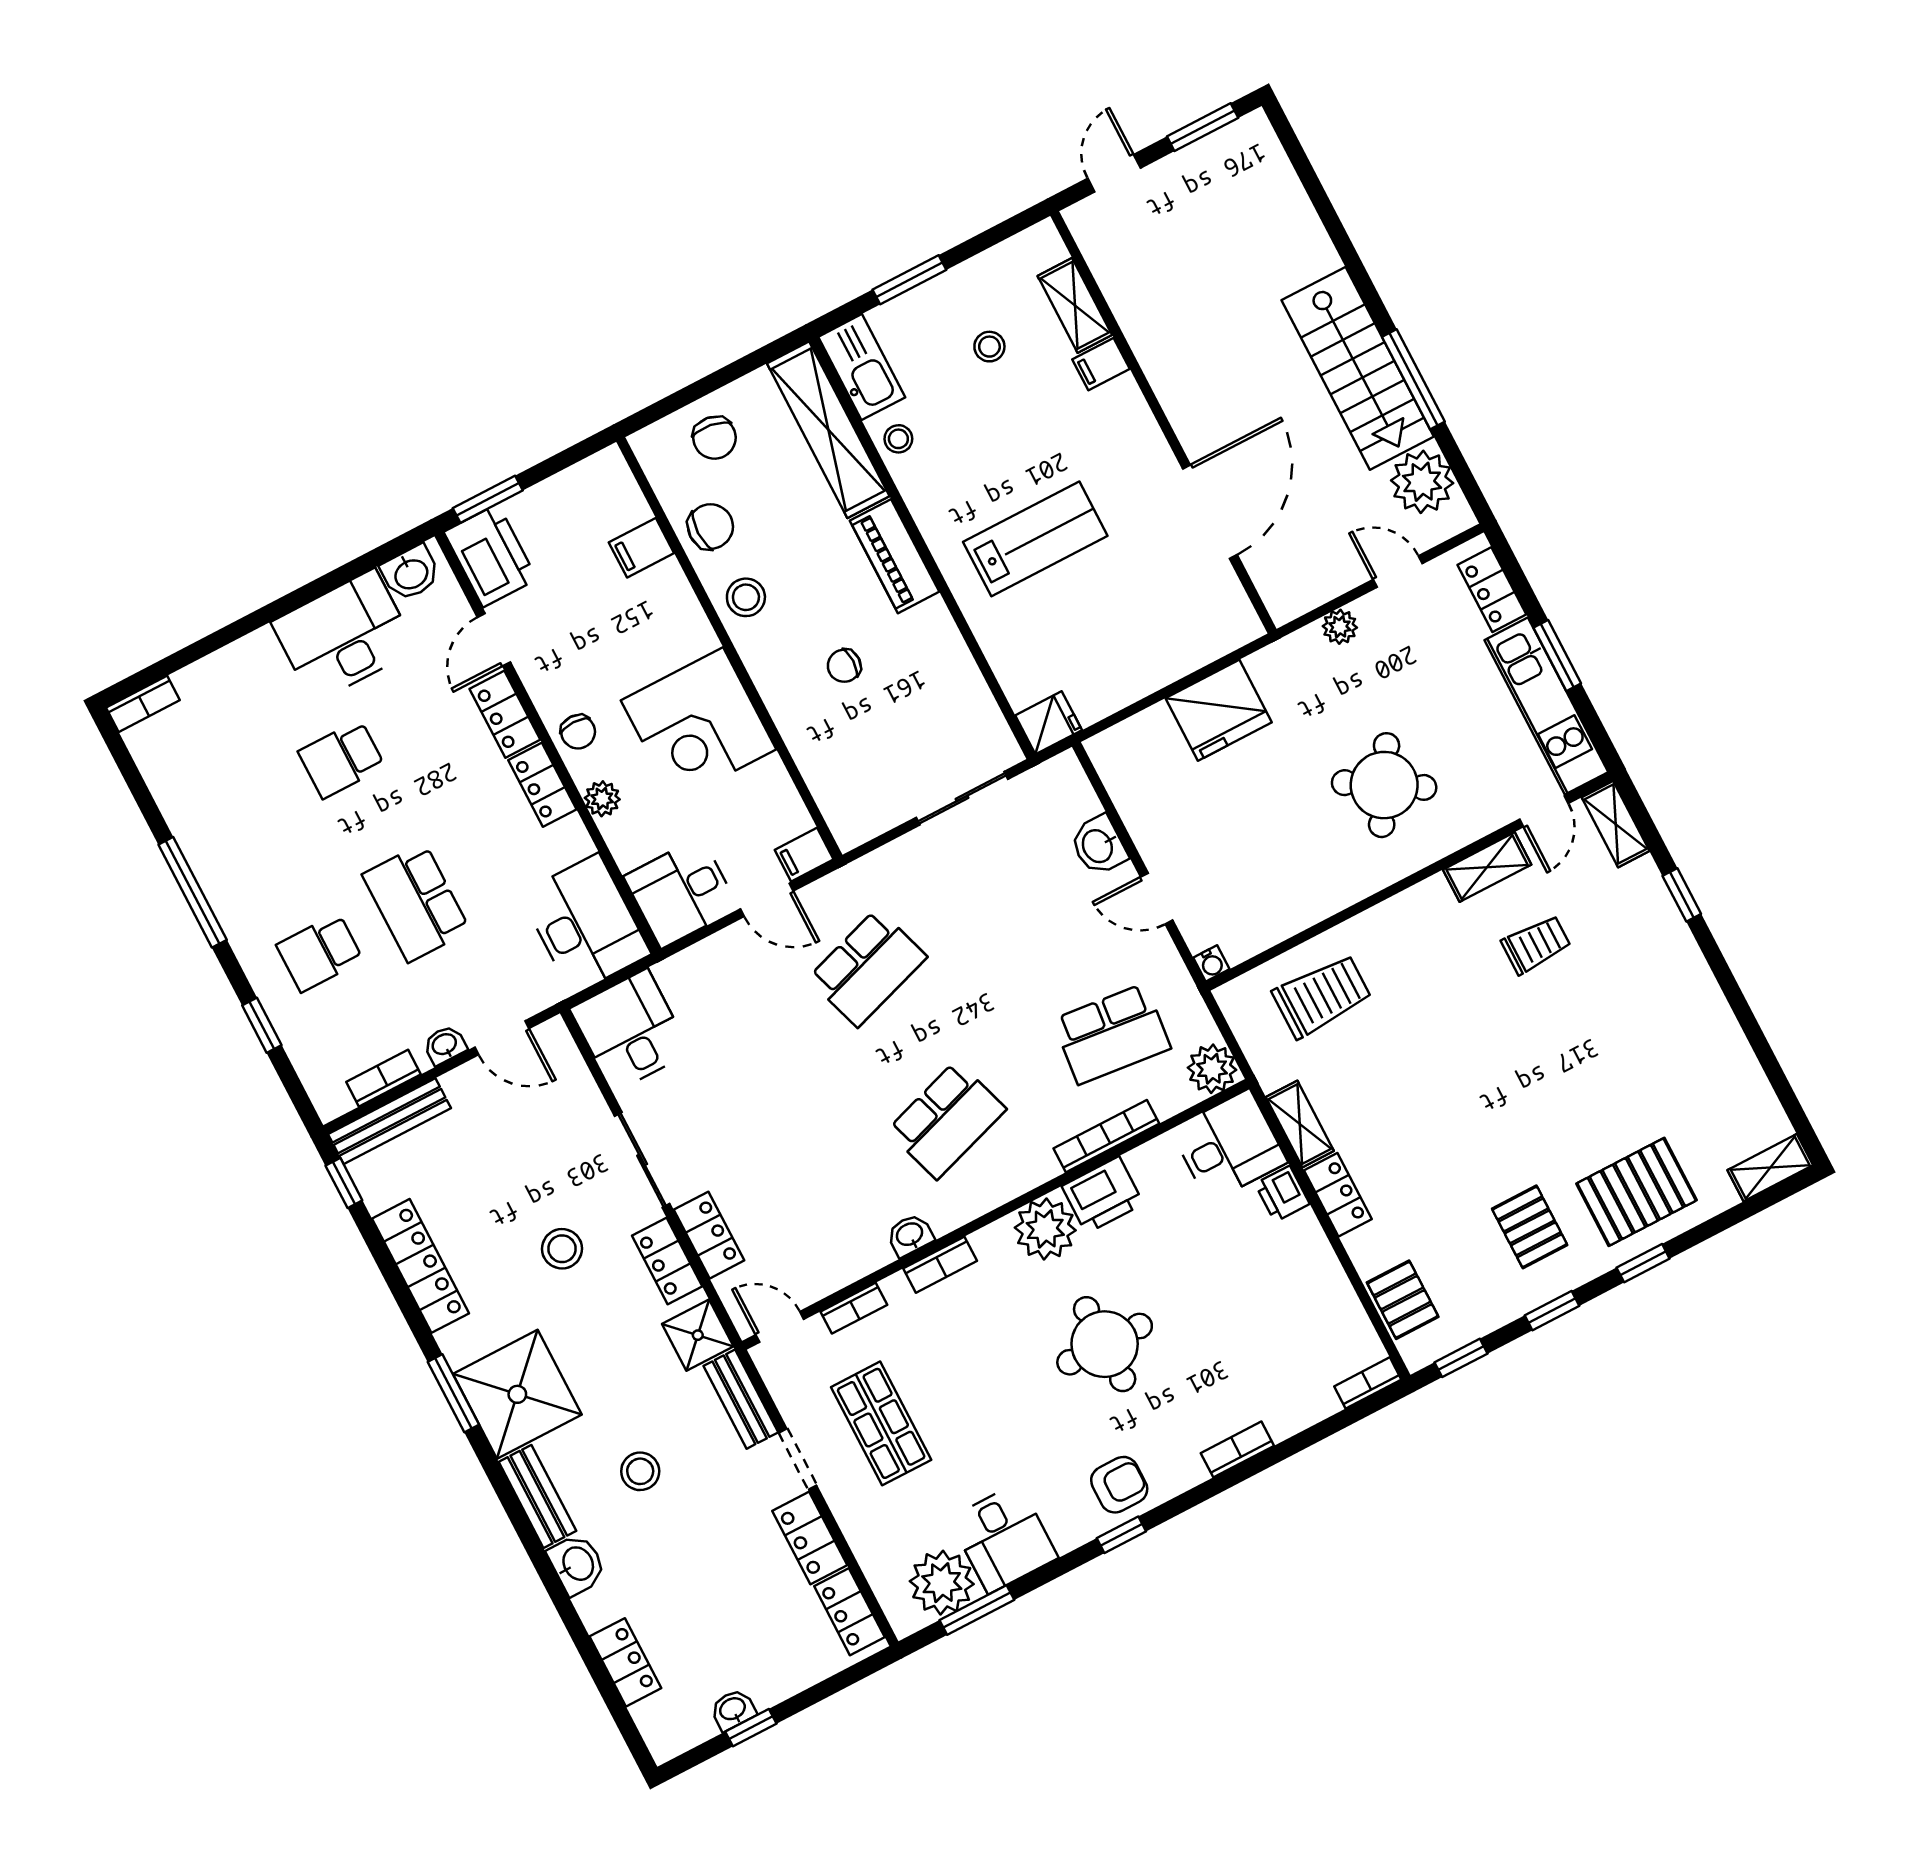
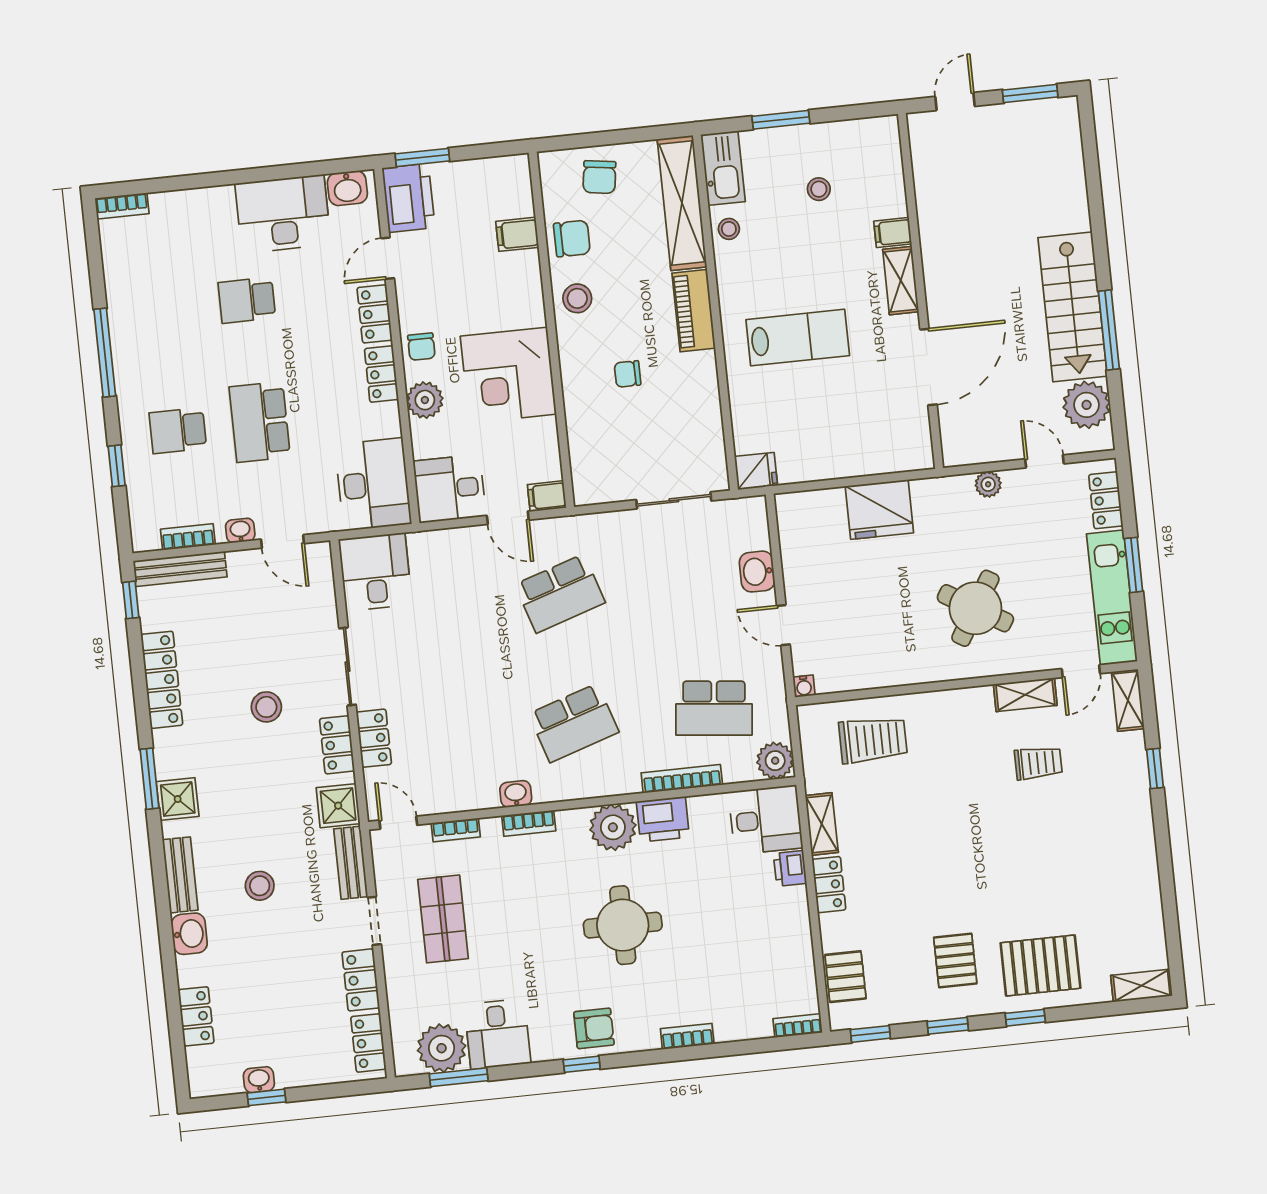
shelving: (1075, 305) -> (901, 281), moved
plant: (602, 799) -> (425, 400), width x1.38, depth x1.38
shower: (517, 1394) -> (178, 799), width x0.54, depth x0.54

